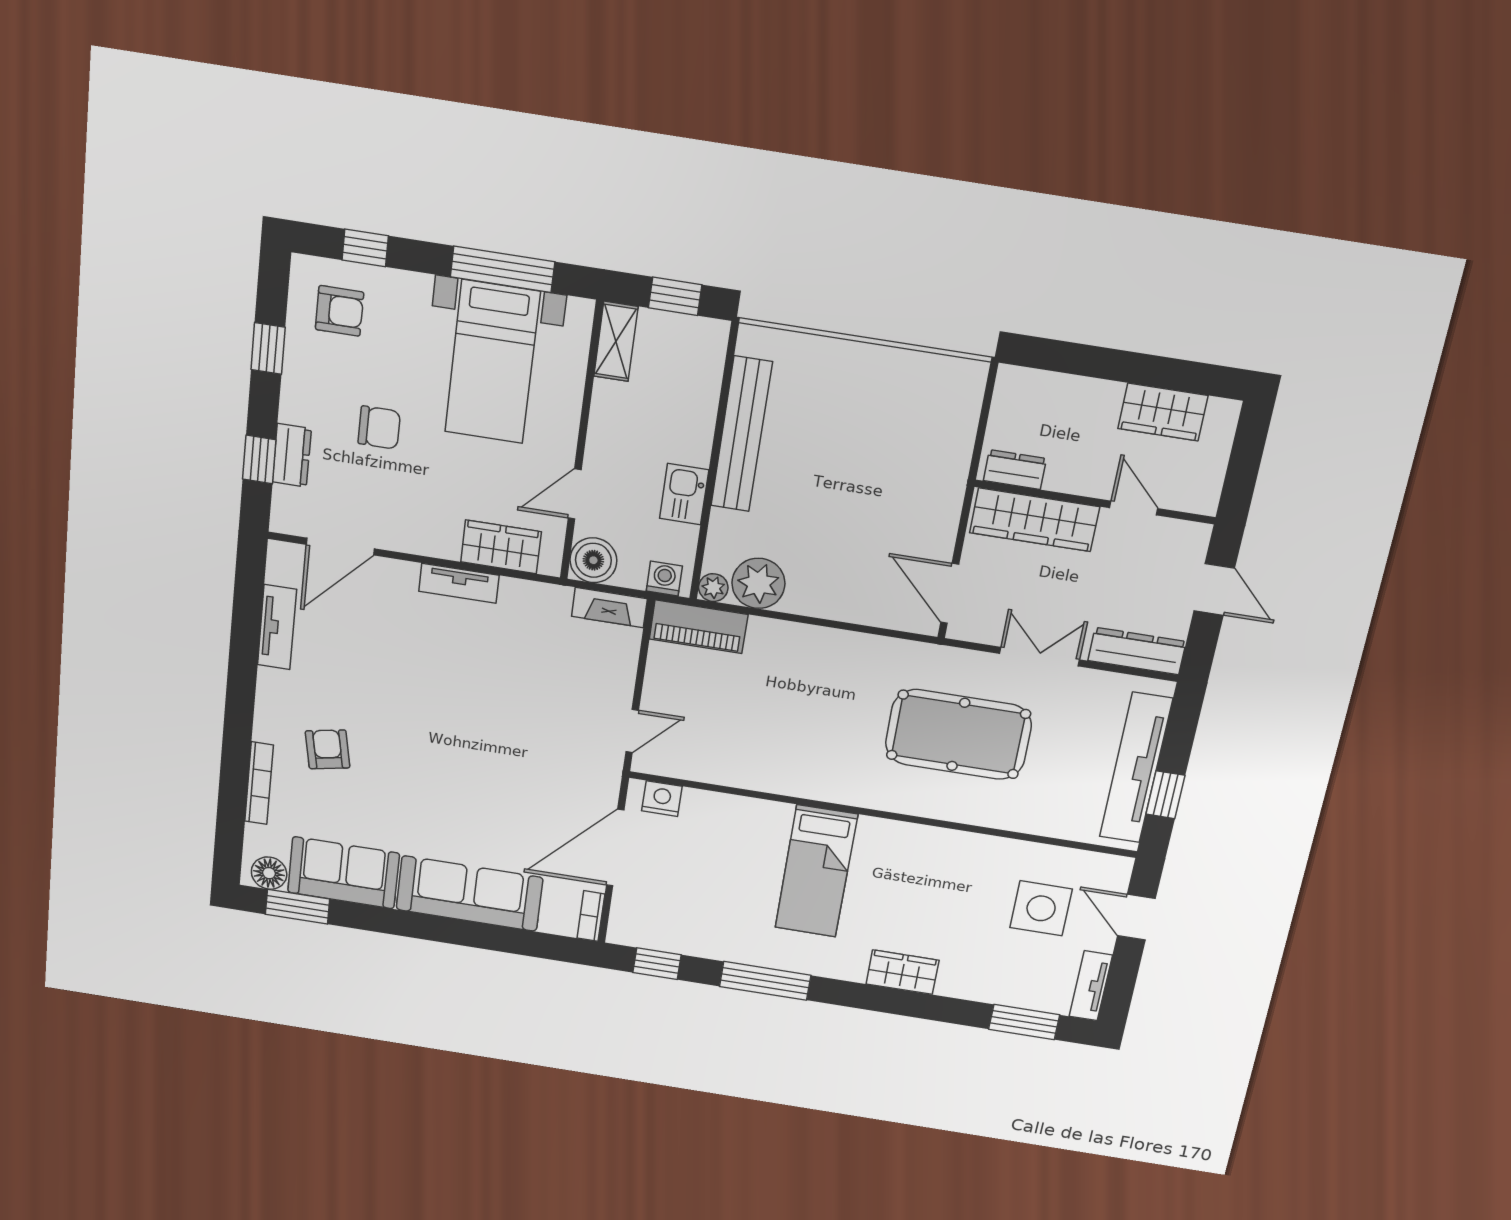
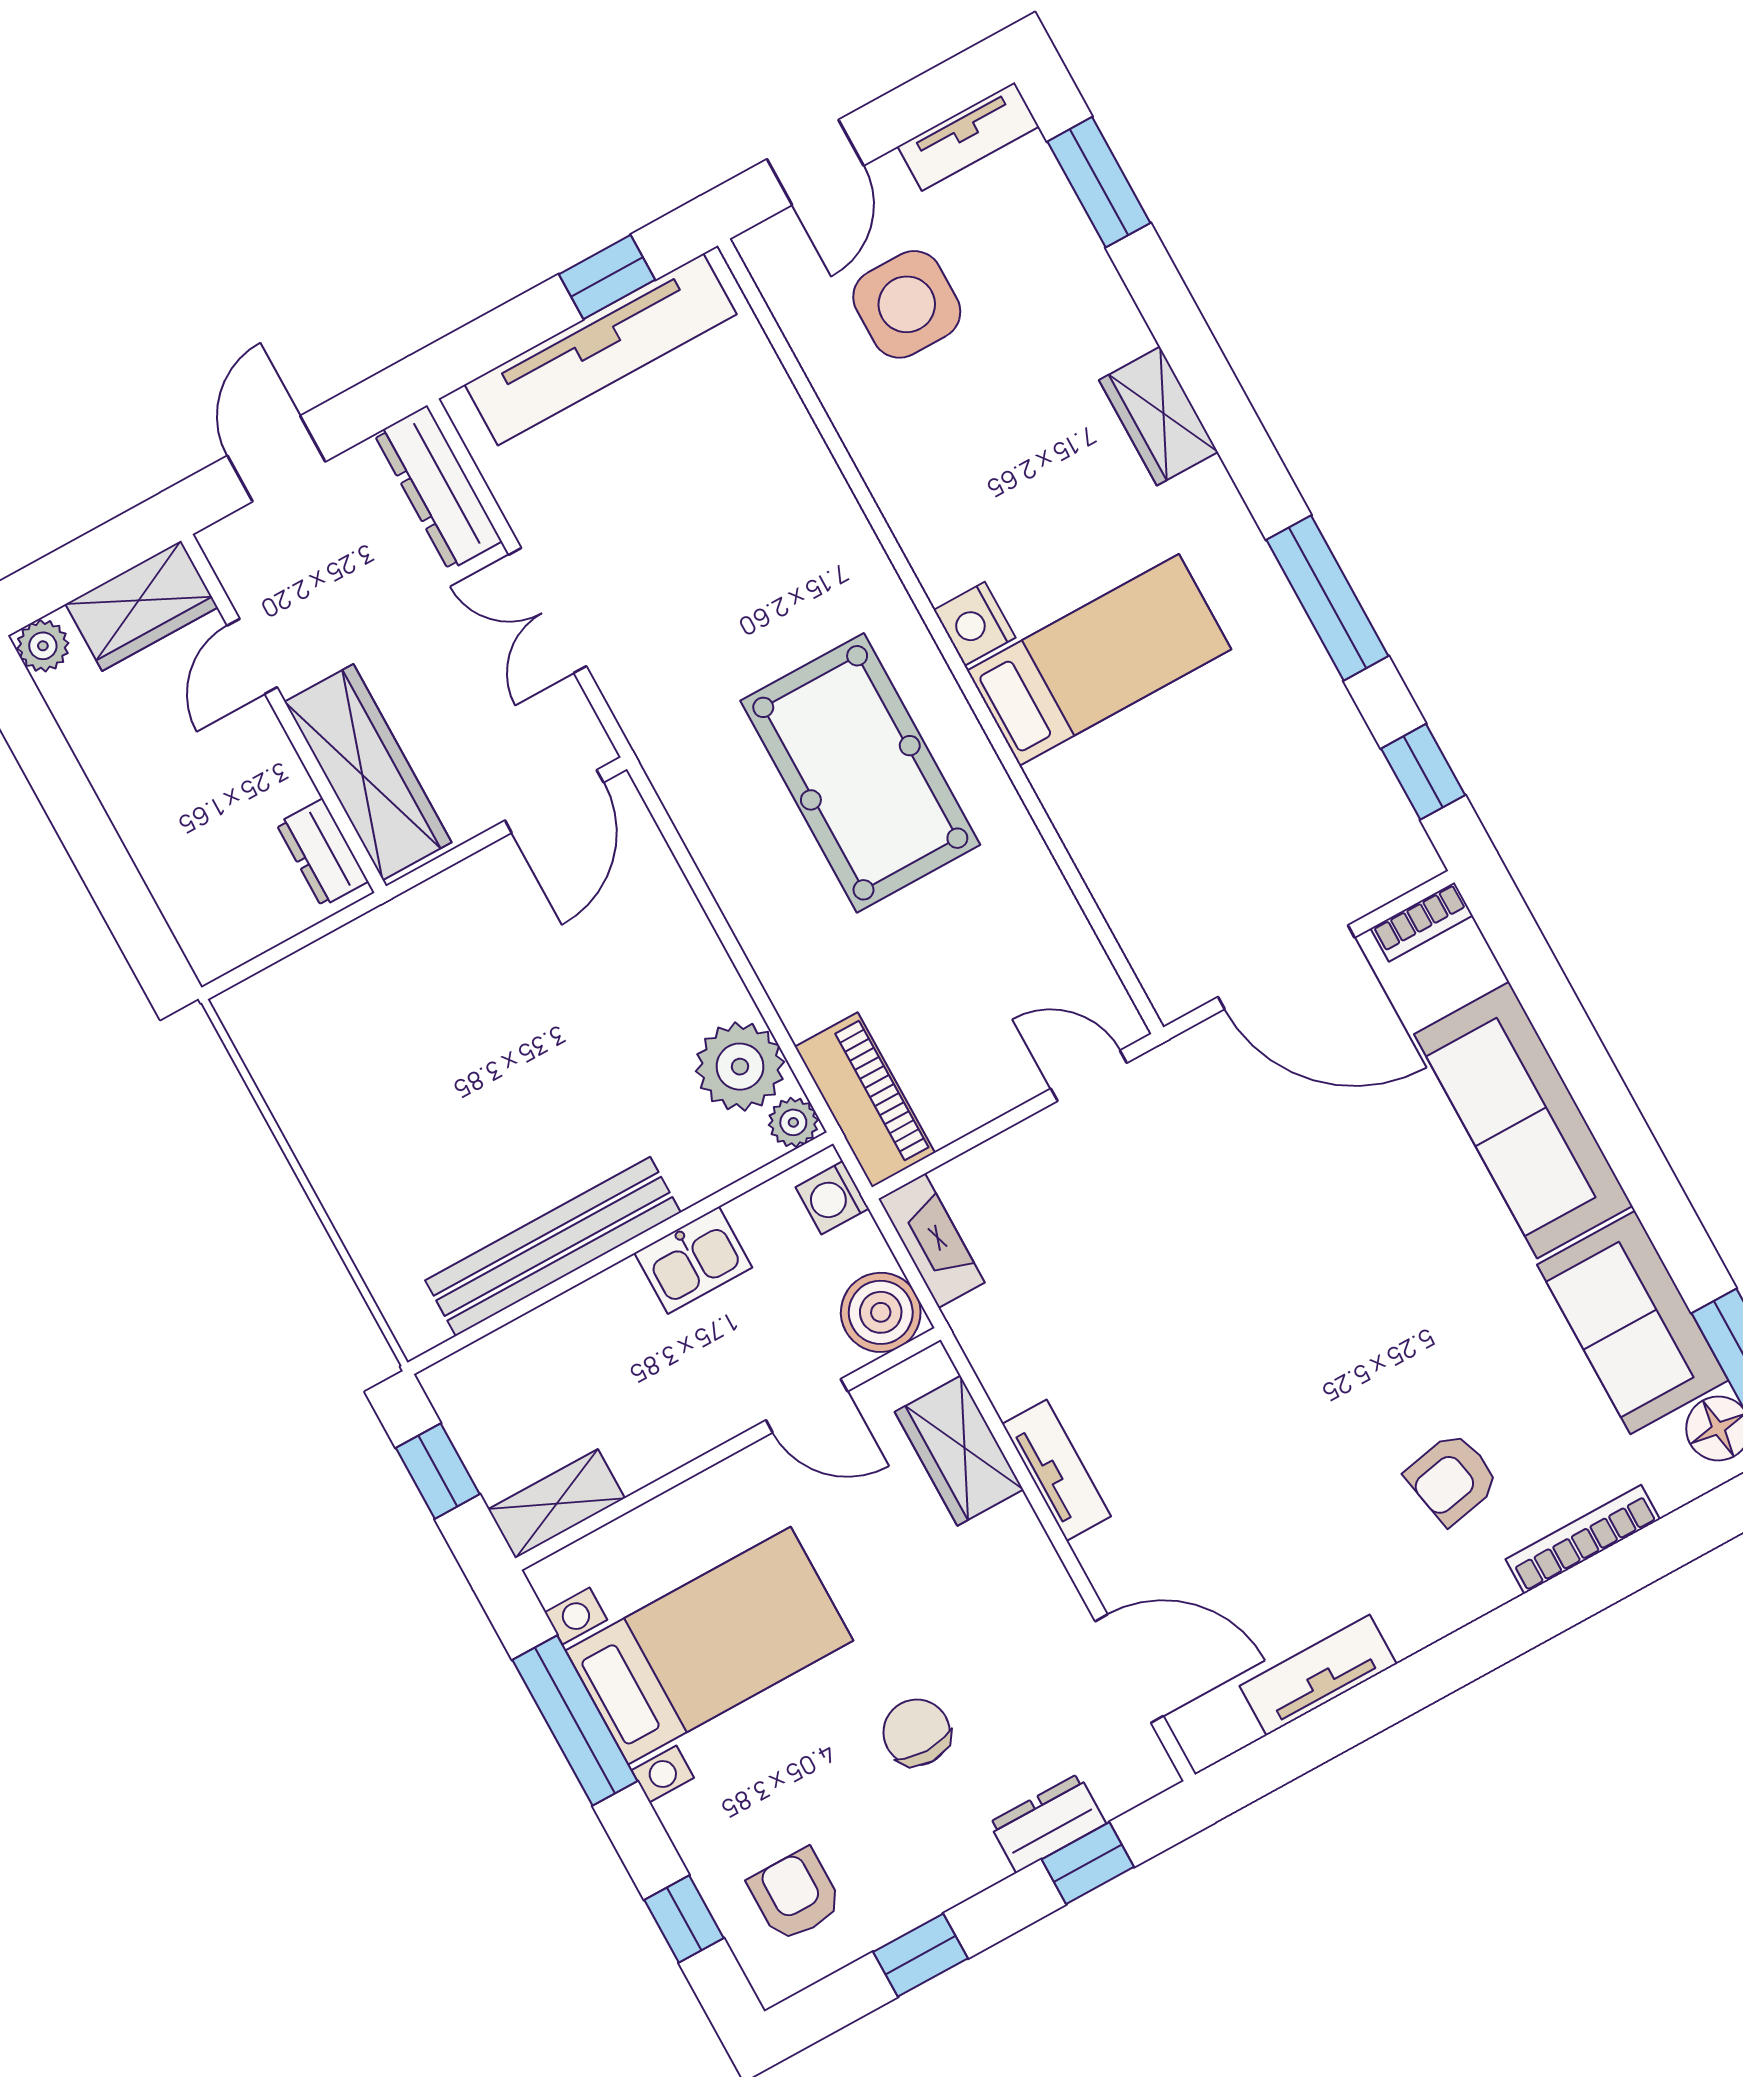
wardrobe: (1163, 412) -> (142, 606), moved, turned 90
plant: (1224, 414) -> (43, 646), added
pool table: (958, 734) -> (860, 773), moved
nightstand: (662, 799) -> (975, 624), moved

